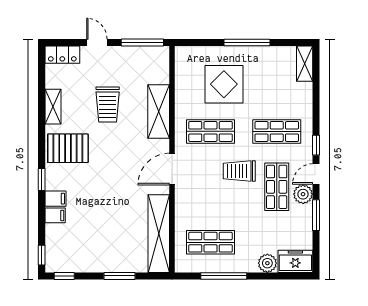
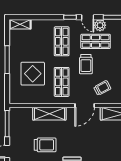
door: (172, 169) -> (85, 105), hinge flipped
trolley: (201, 198) -> (102, 88), added

